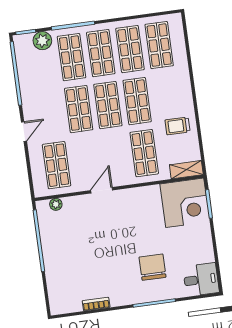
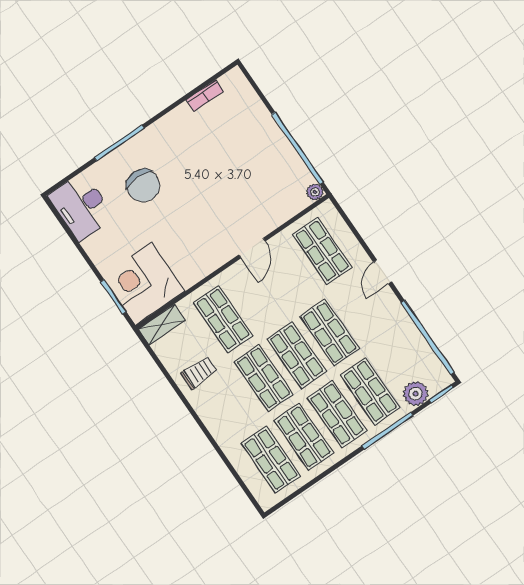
plant: (56, 204) -> (315, 192), moved
desk: (201, 280) -> (81, 207), width x1.37
bookcase: (96, 304) -> (205, 96), moved

